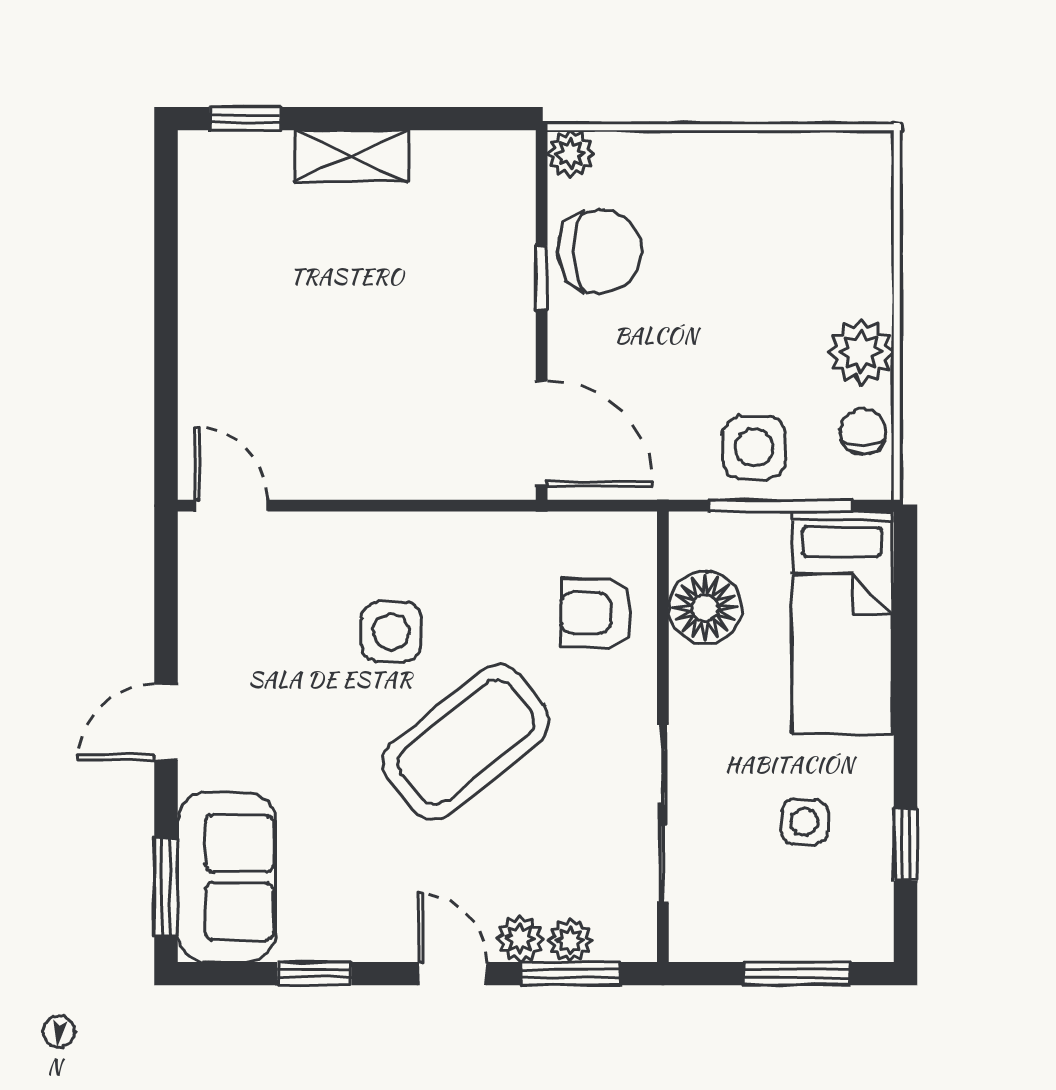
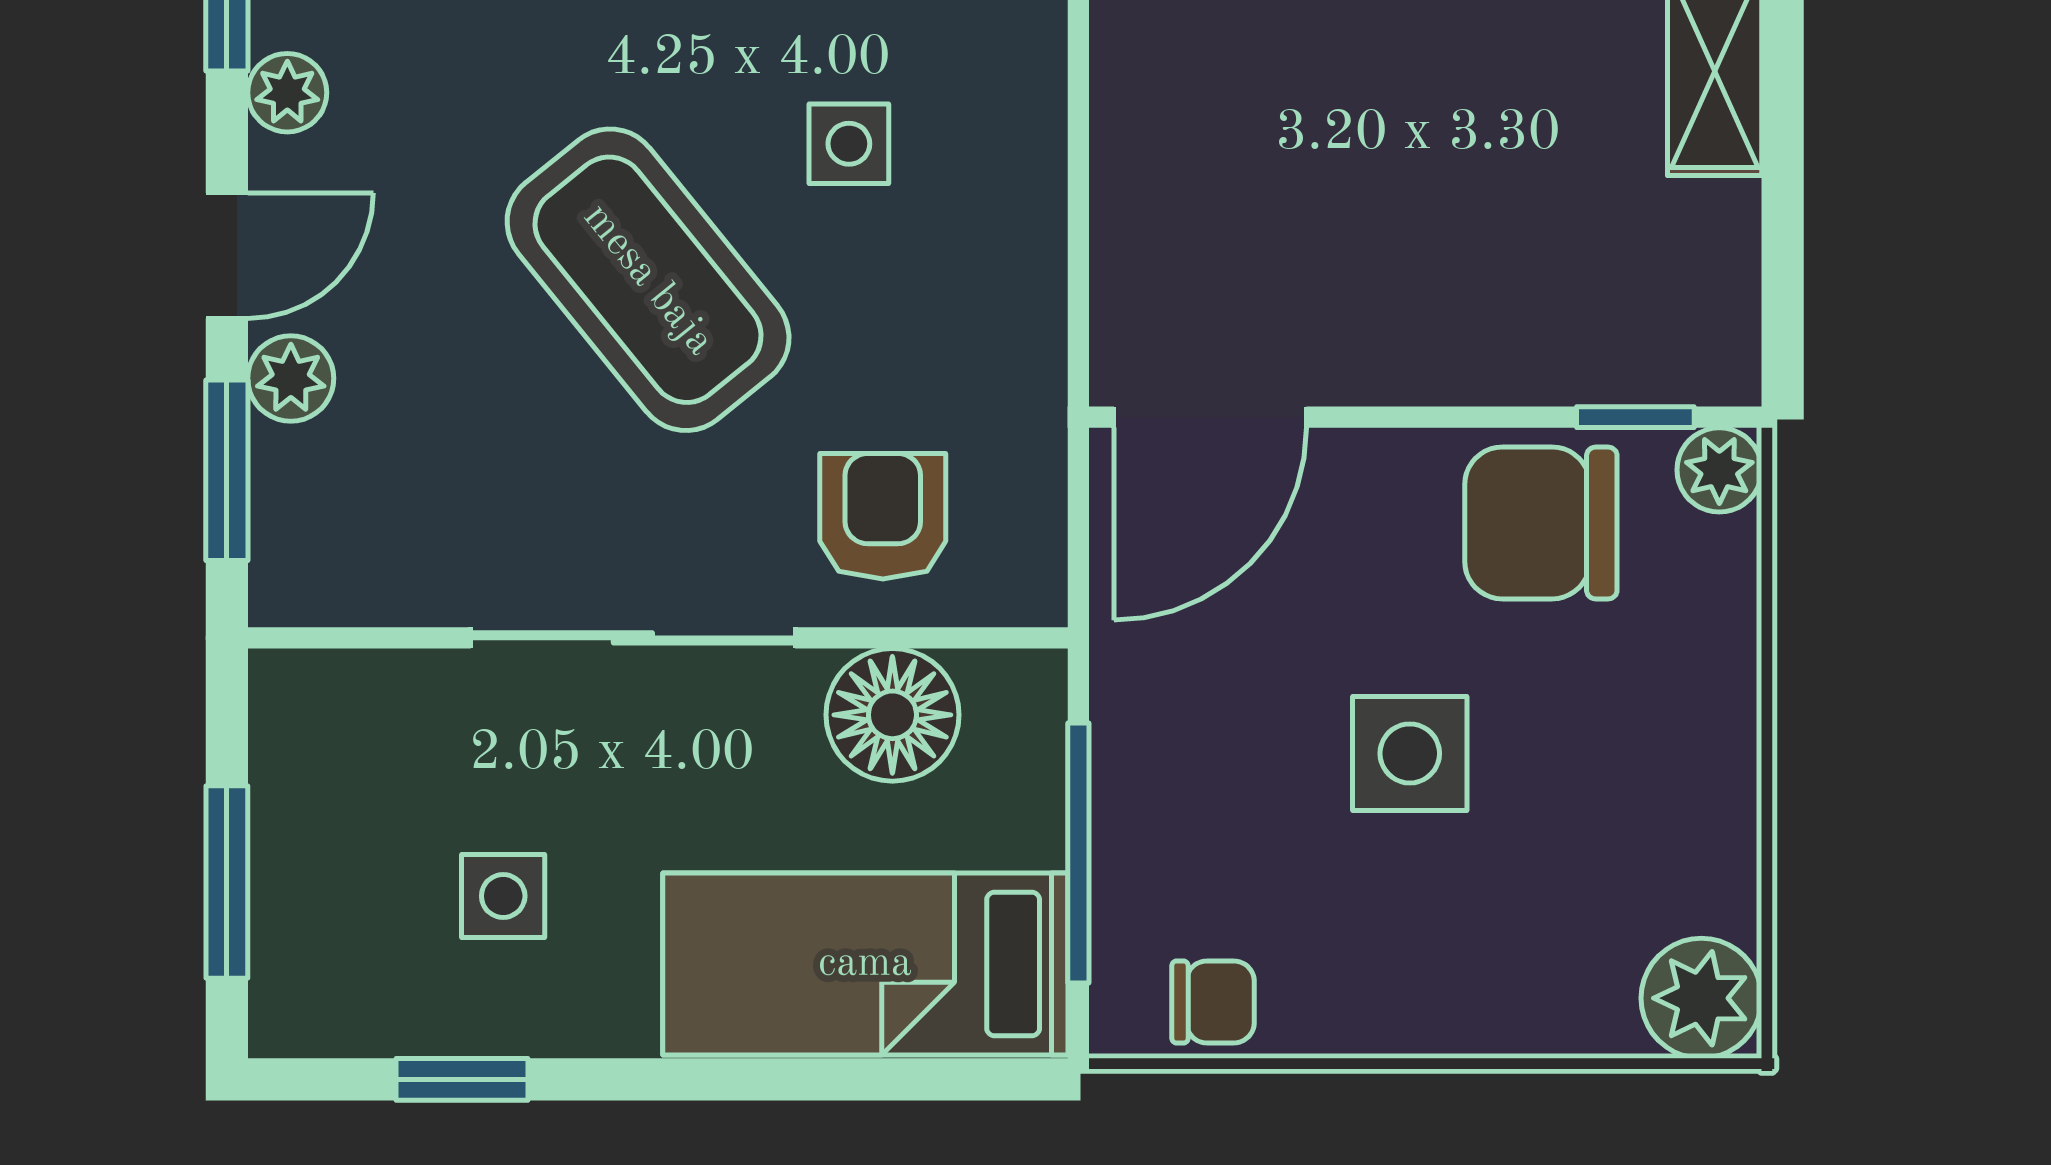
chair: (600, 251) -> (1541, 523), turned 90
window: (542, 278) -> (1635, 417), moved
plant: (861, 352) -> (1701, 998), moved
side table: (754, 448) -> (1410, 753), moved
side table: (391, 632) -> (849, 144), width x0.73, depth x0.73
sliding door: (663, 814) -> (633, 638), moved
plant: (570, 940) -> (287, 93), moved

